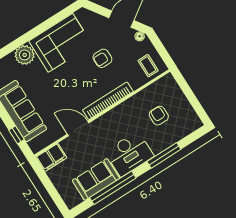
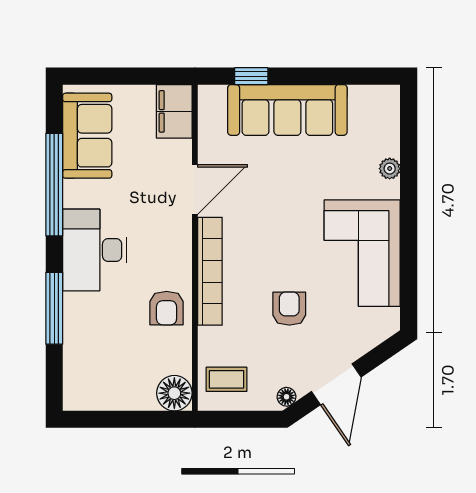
plant: (25, 55) -> (390, 169), width x0.53, depth x0.53
floor lamp: (167, 84) -> (174, 393), added
armchair: (159, 116) -> (167, 308), moved, turned 90
sofa: (96, 179) -> (87, 136), moved

